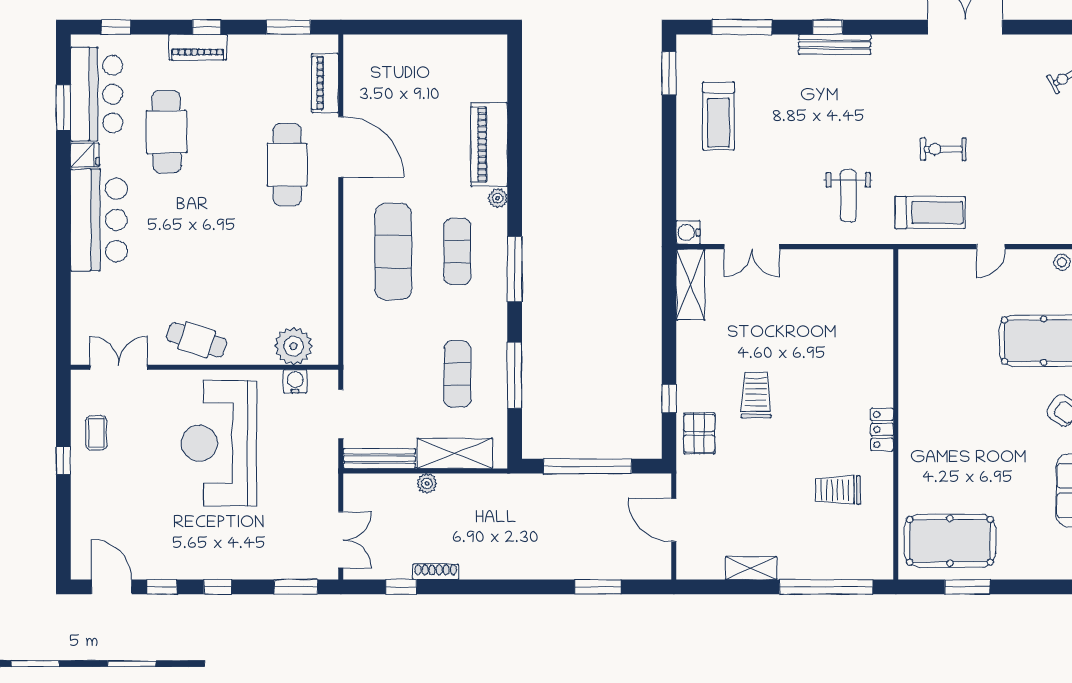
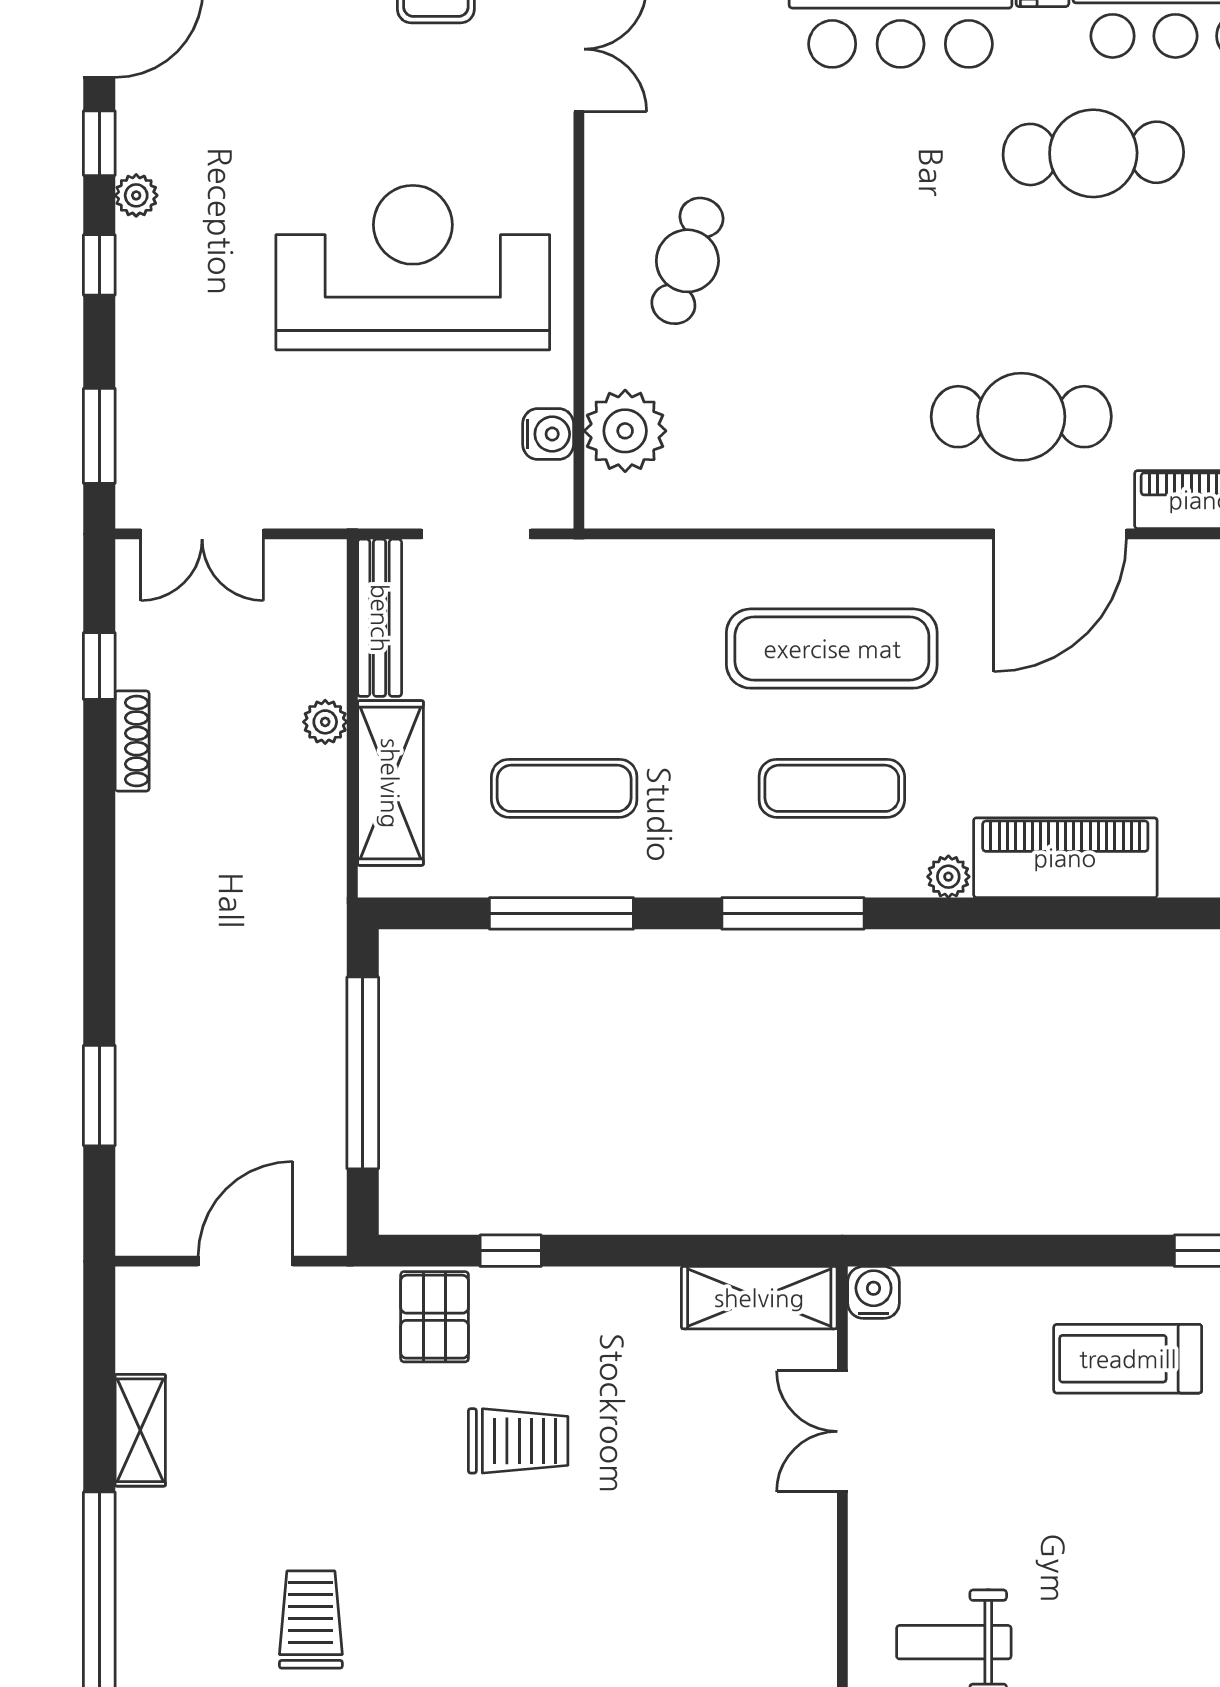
cafe table: (197, 340) -> (687, 261), moved
pallet: (699, 433) -> (435, 1317), turned 90
plant: (186, 570) -> (136, 195), added

